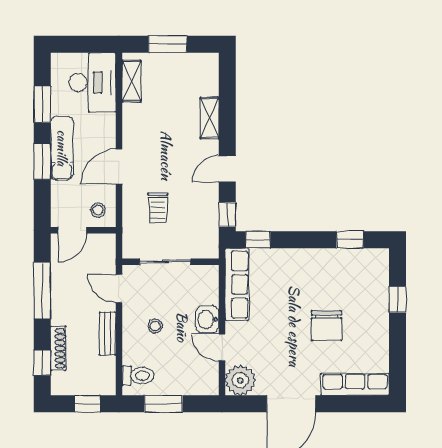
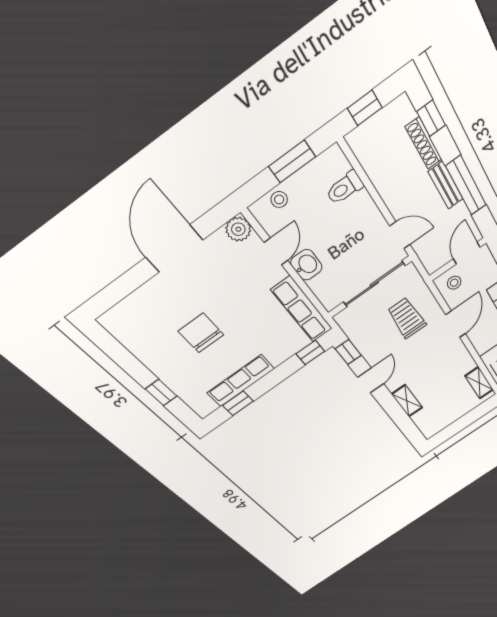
window: (168, 44) -> (466, 420), removed
trolley: (158, 208) -> (407, 318), width x1.36, depth x1.39
sliding door: (165, 262) -> (374, 284), width x1.37
stool: (155, 326) -> (279, 199), moved
bench: (108, 334) -> (446, 185), moved
door: (222, 347) -> (276, 251), hinge flipped
toilet: (138, 376) -> (345, 188), moved
plant: (240, 380) -> (238, 229), width x0.73, depth x0.73
row of seats: (355, 384) -> (241, 381), moved, turned 180

